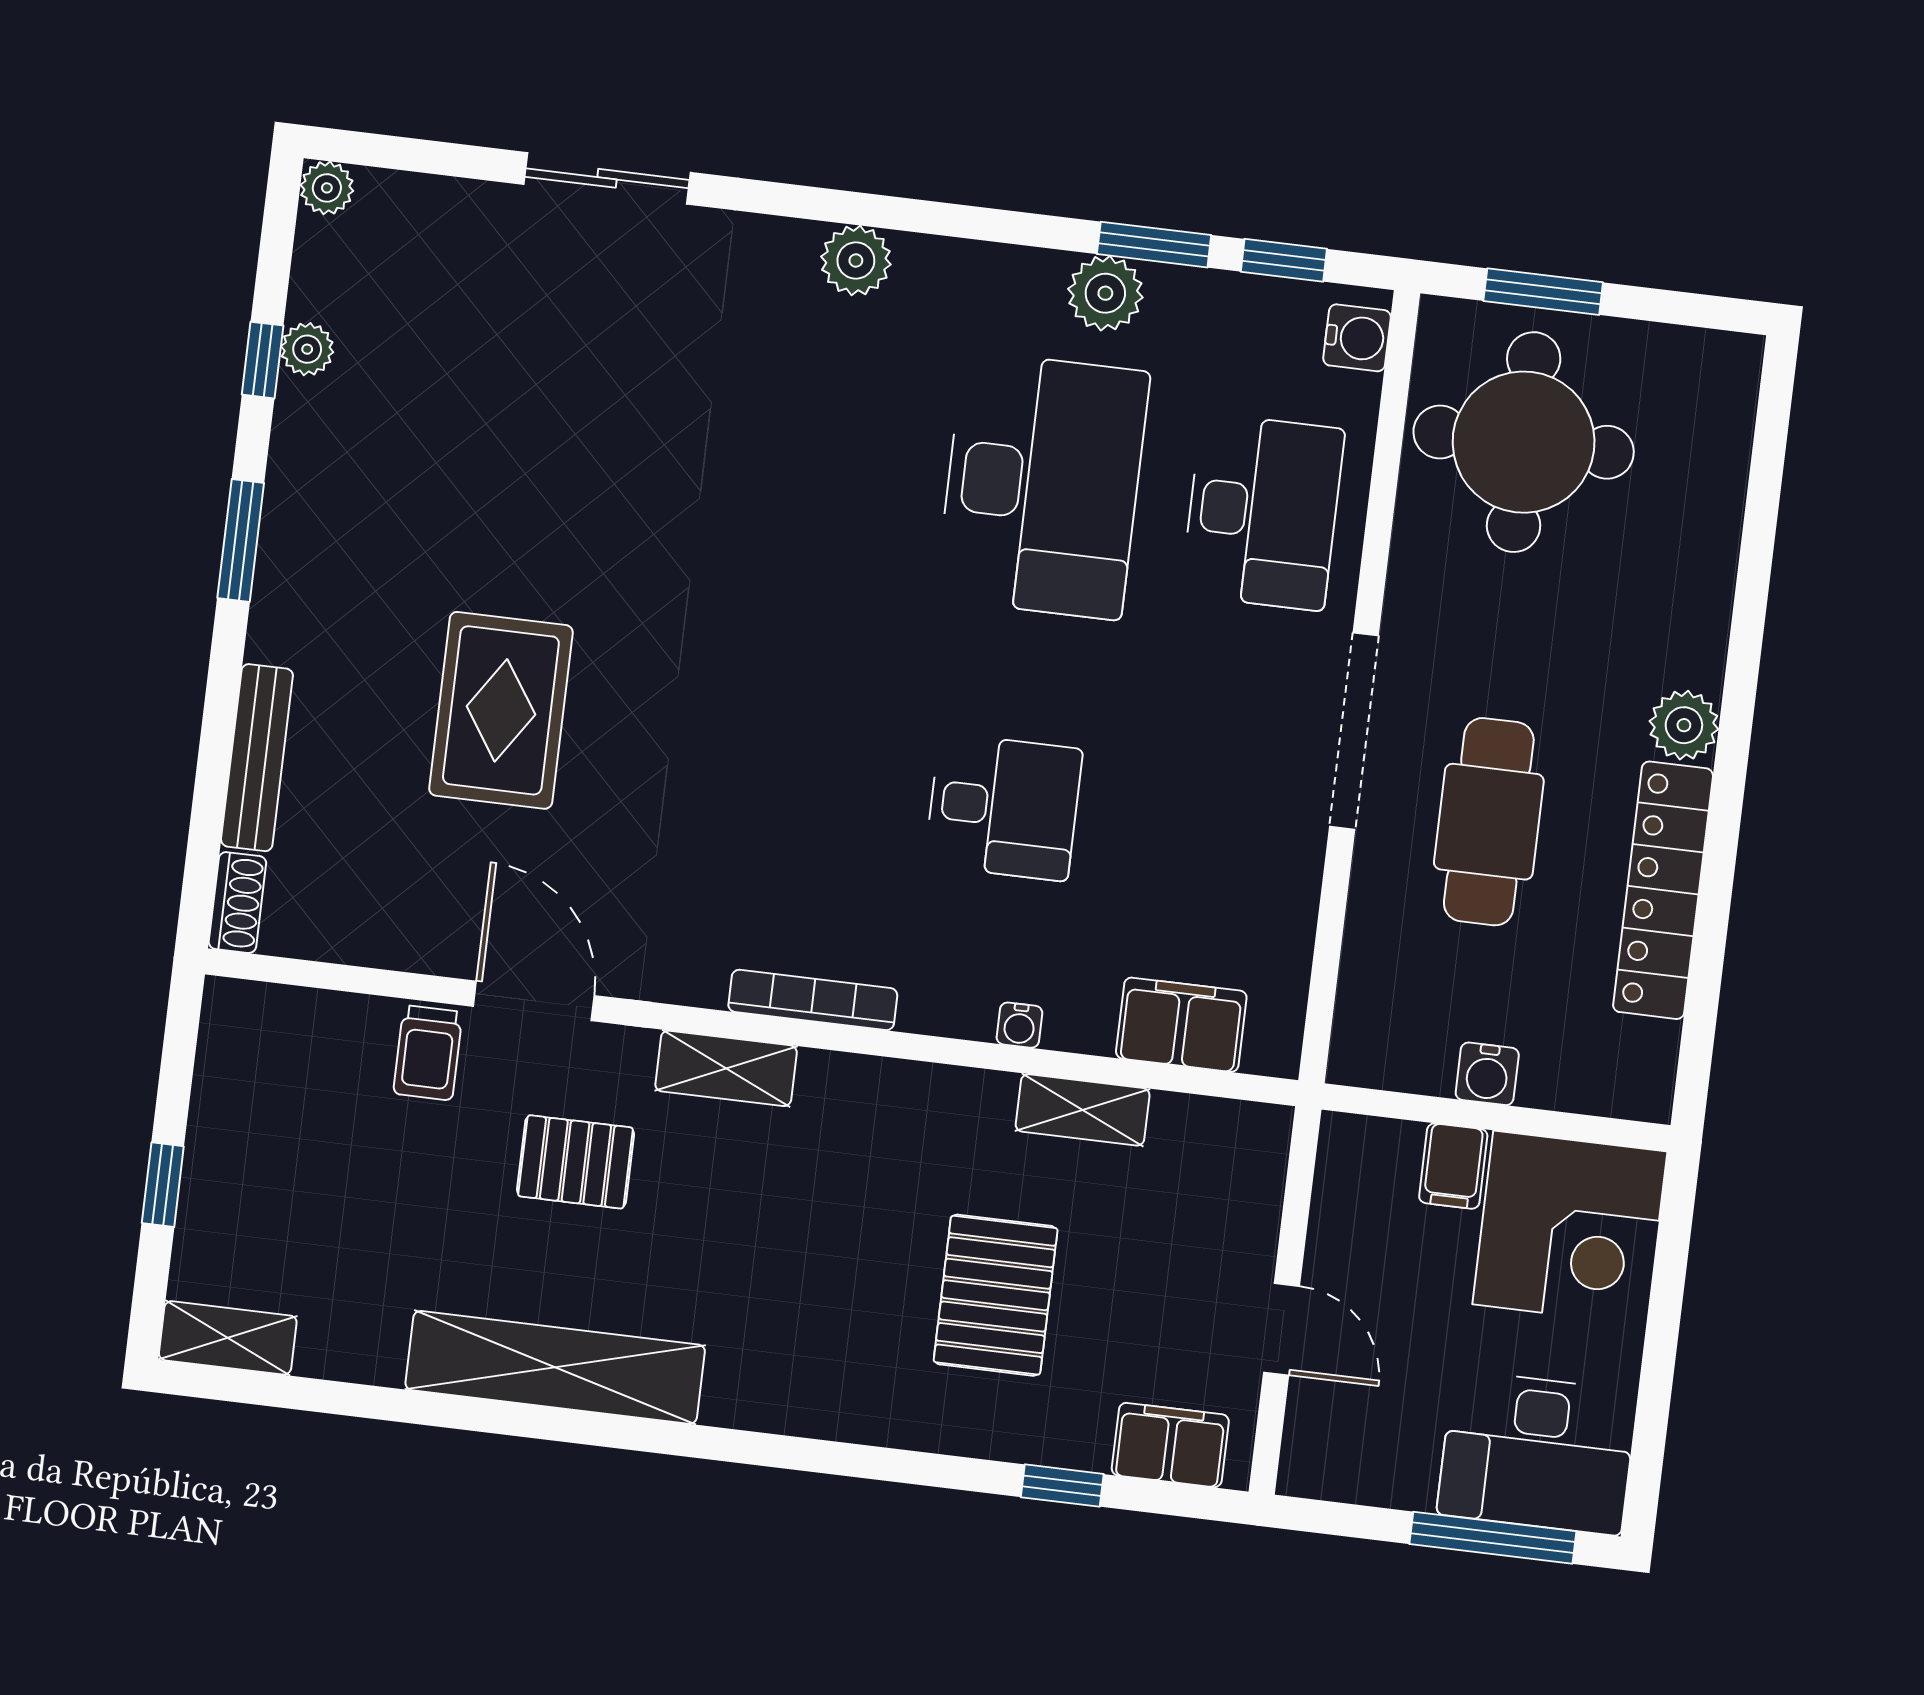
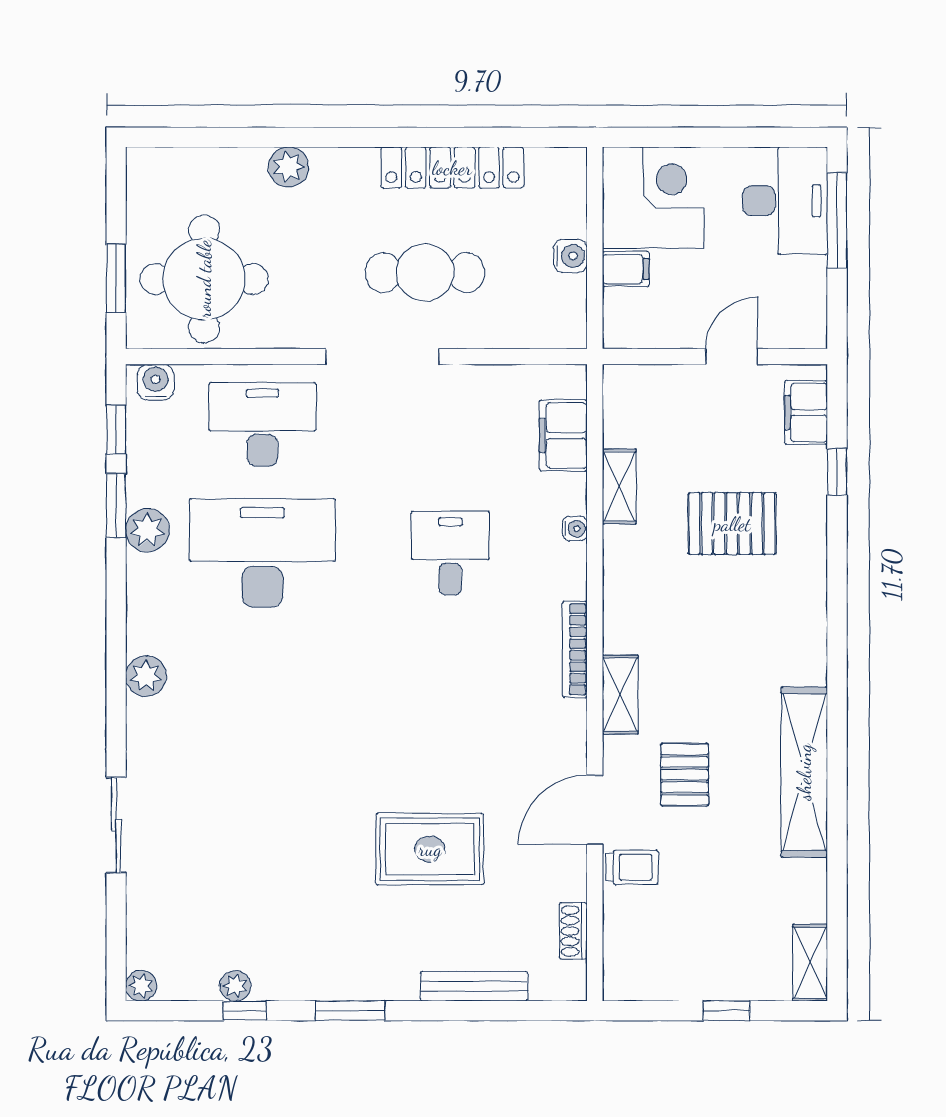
plant: (1684, 725) -> (288, 167), moved
shoe rack: (237, 903) -> (573, 931), moved, turned -90

